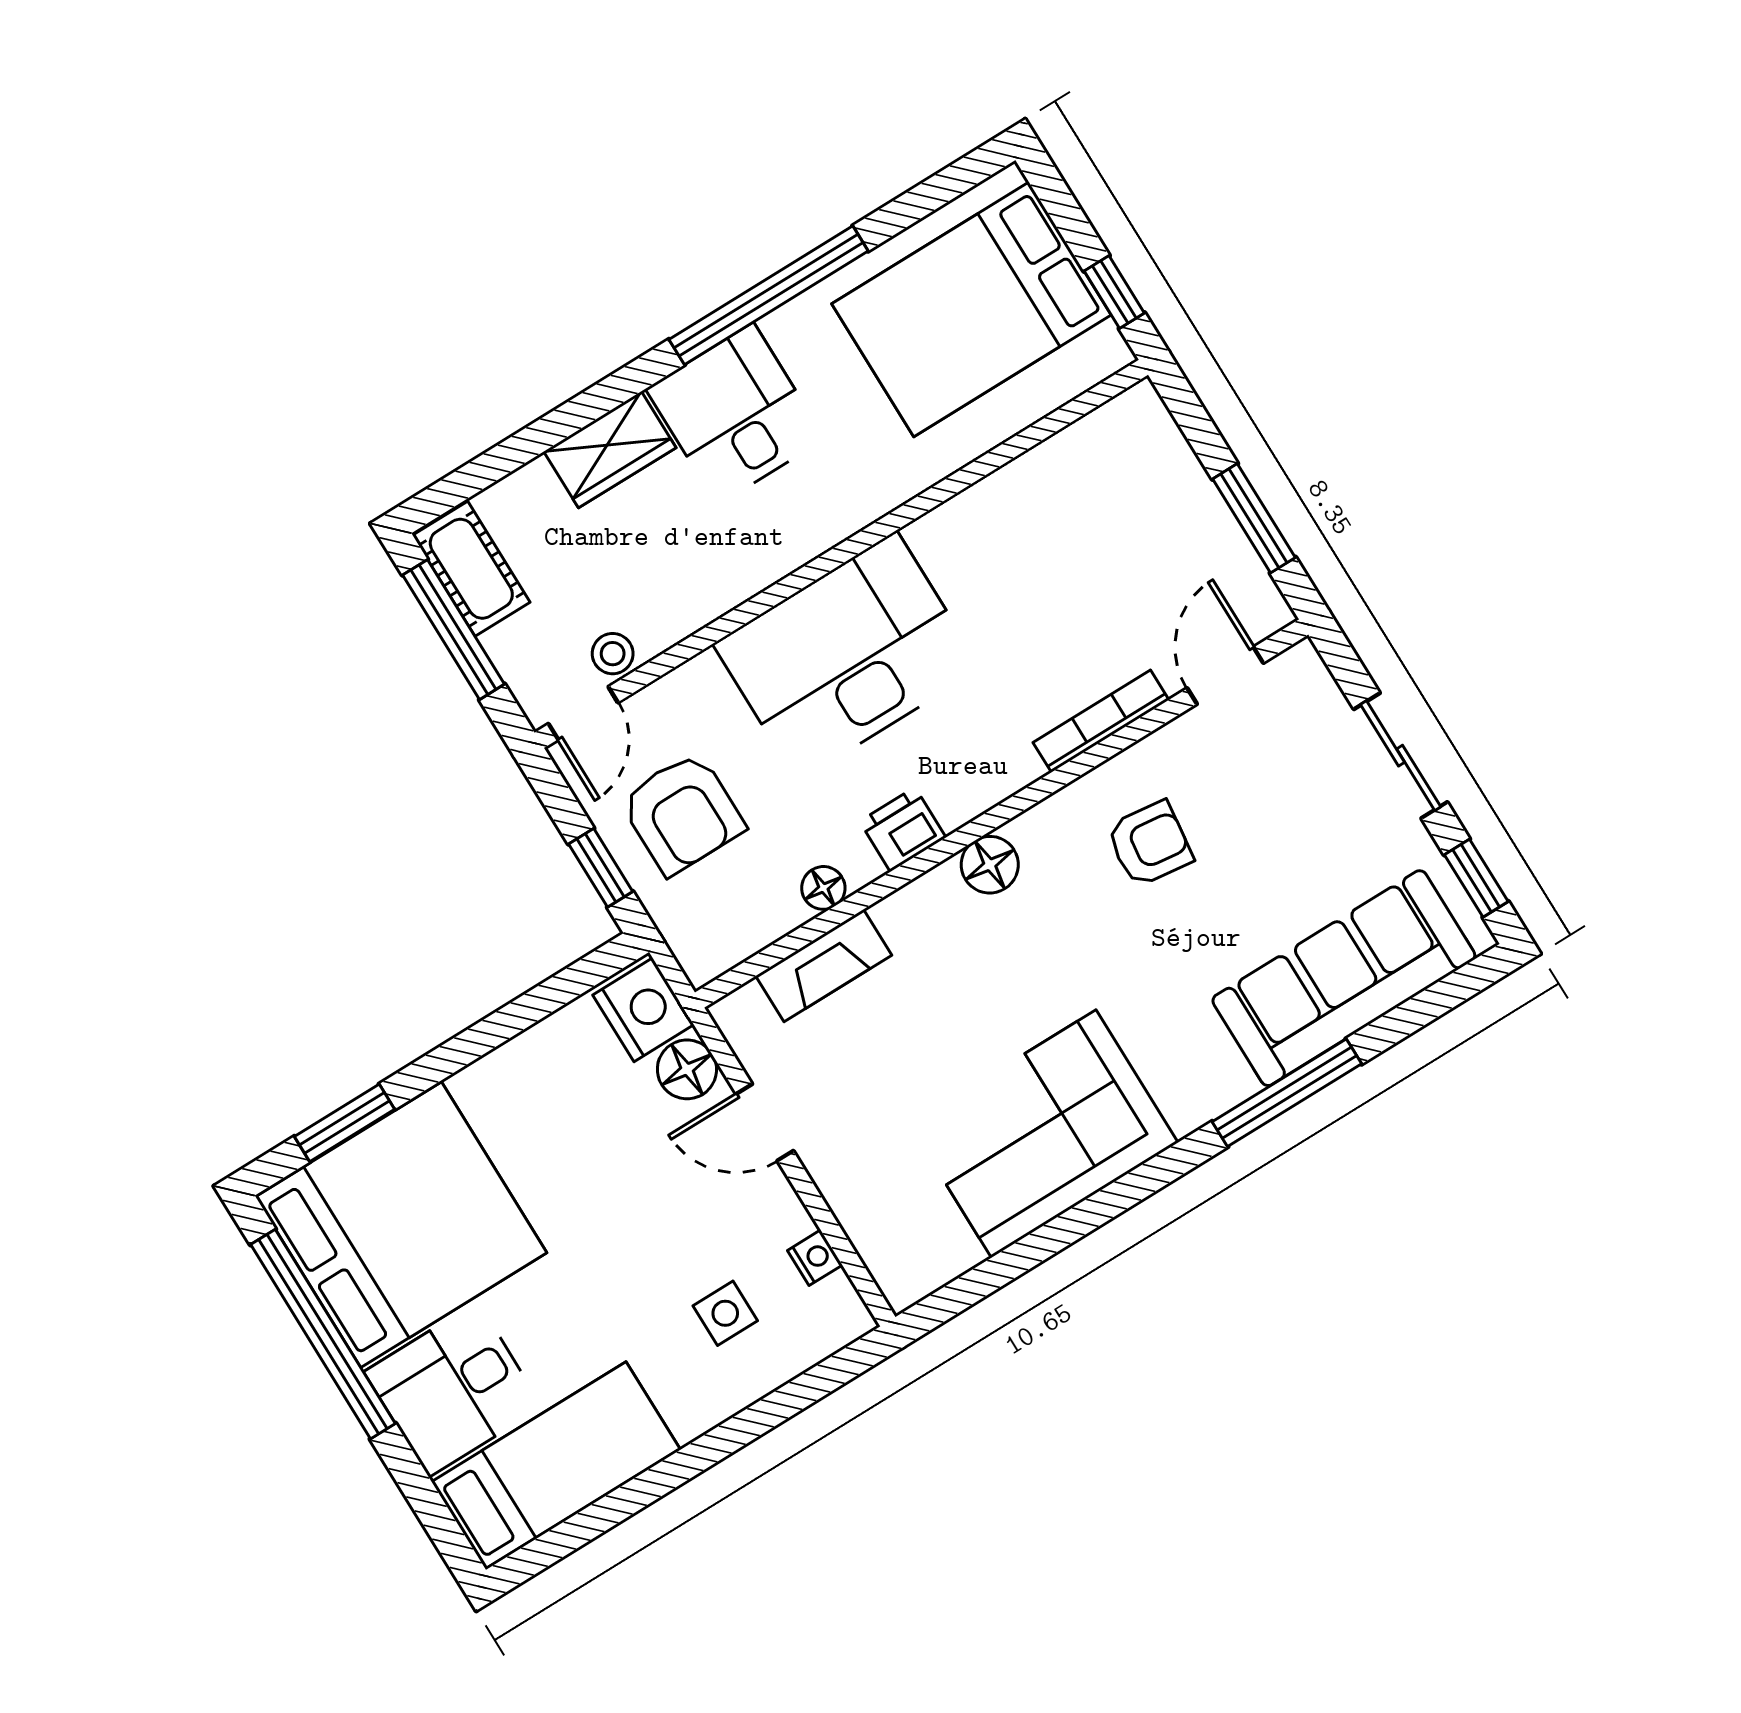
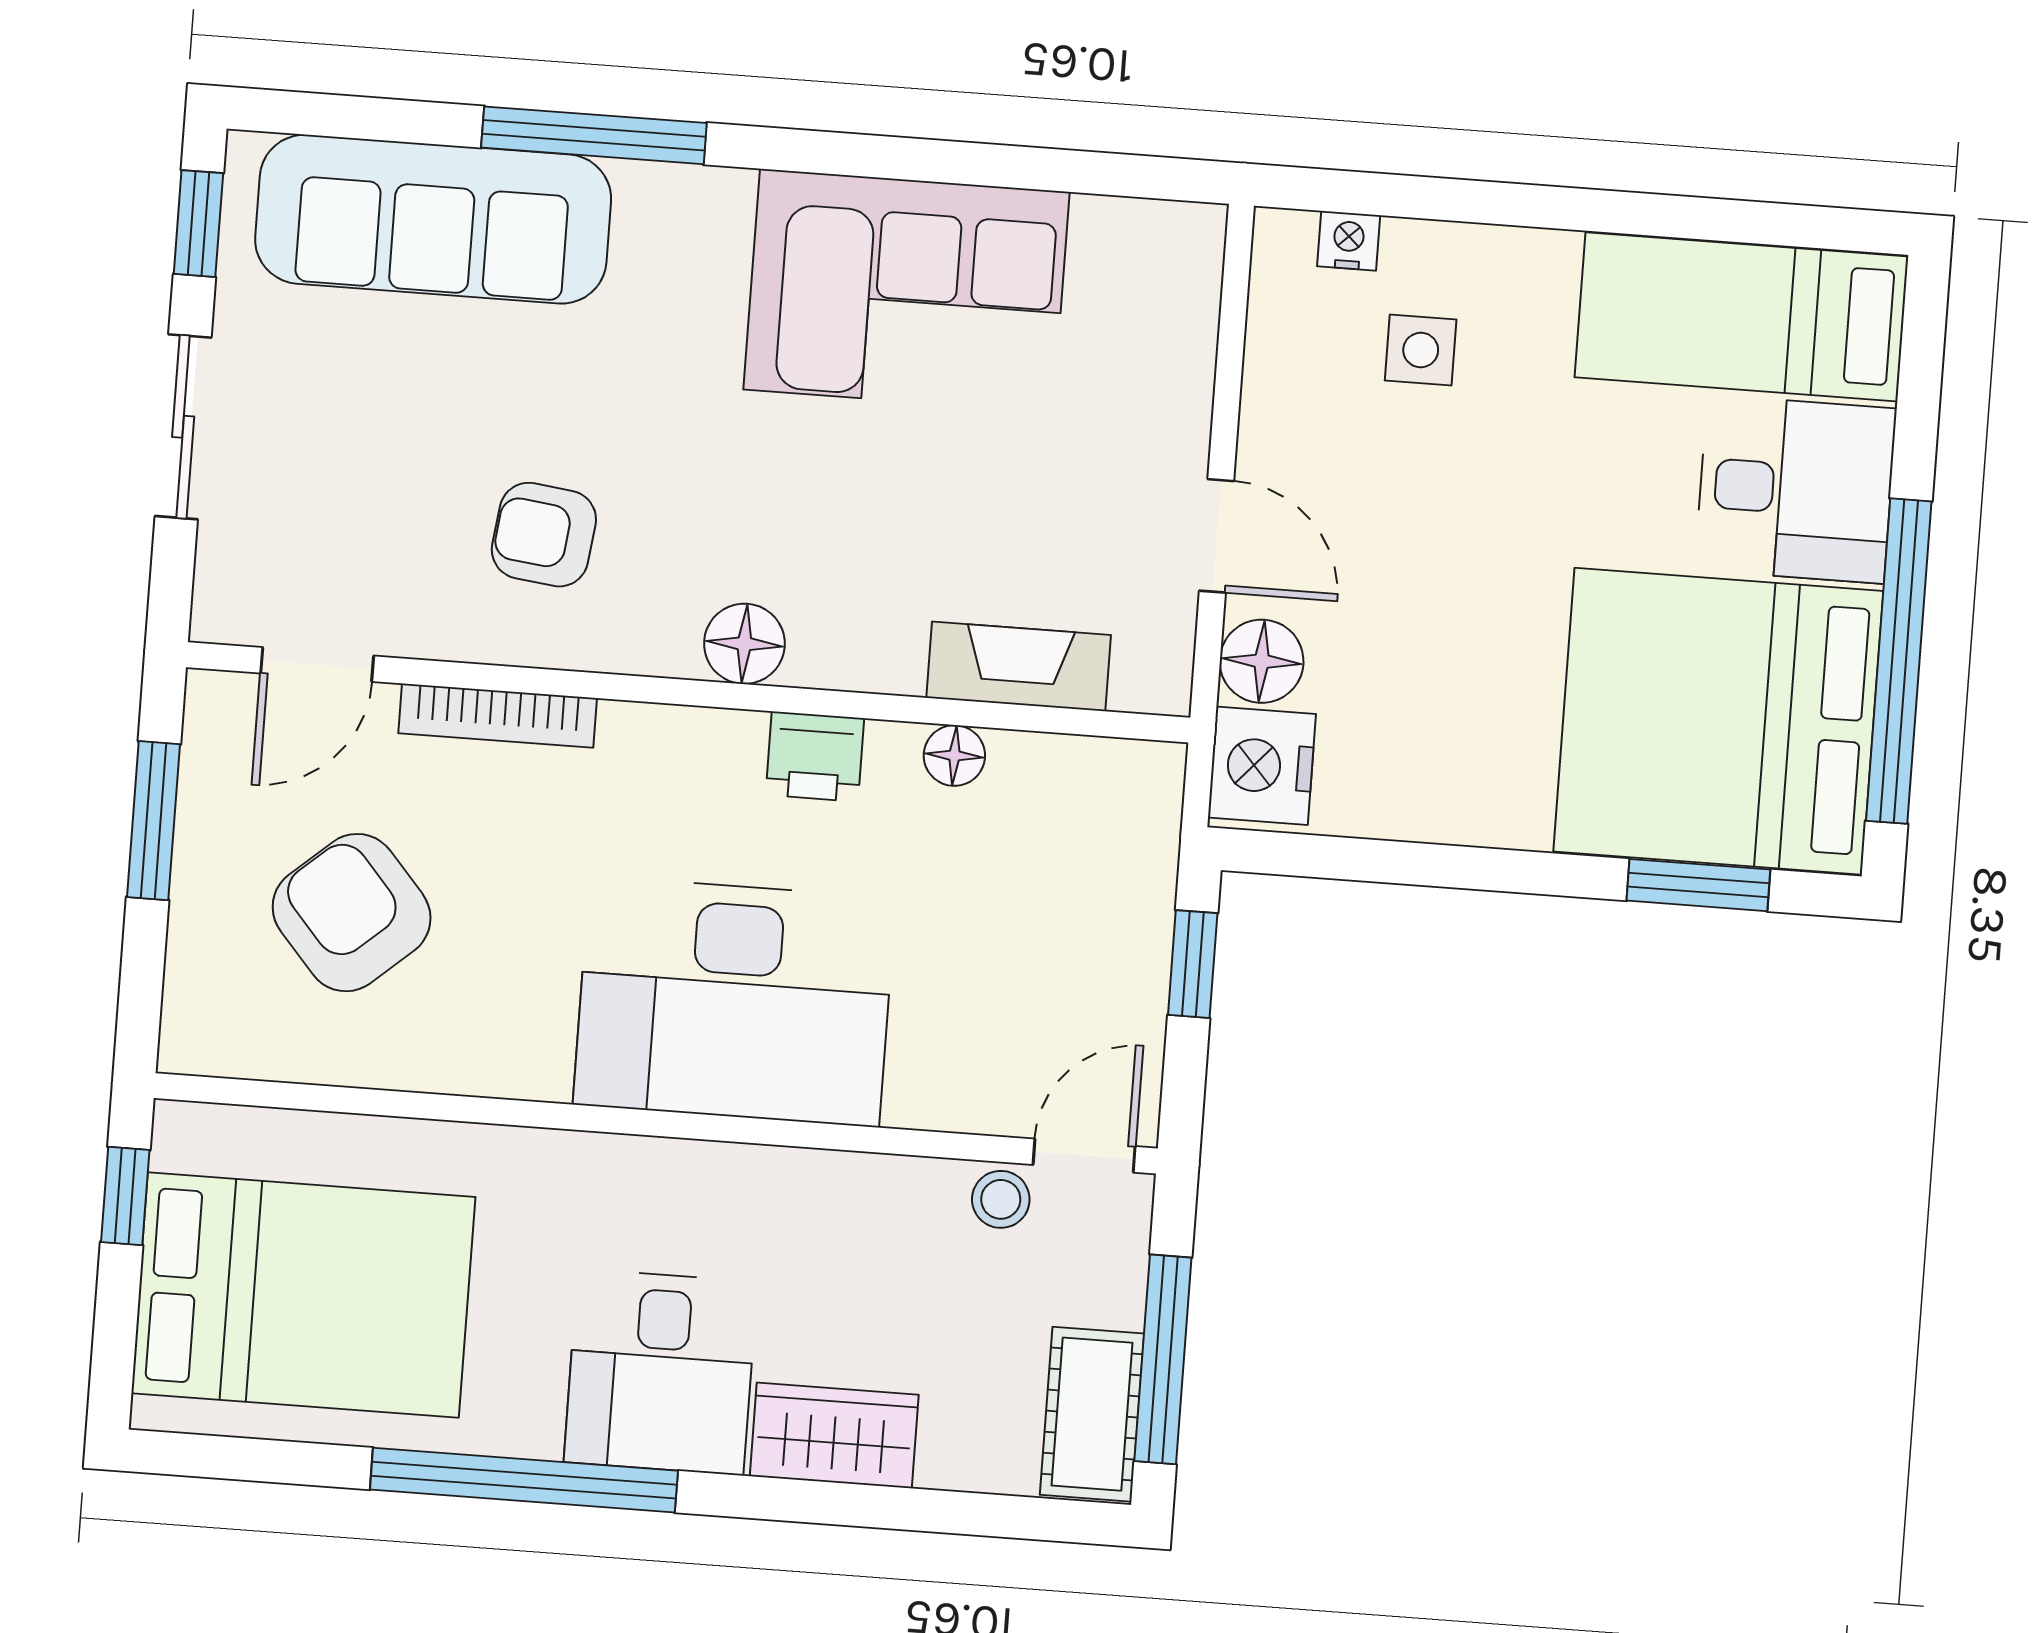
armchair: (682, 813) -> (352, 913), moved, turned -41
nightstand: (815, 1258) -> (1349, 241), moved, turned 90

